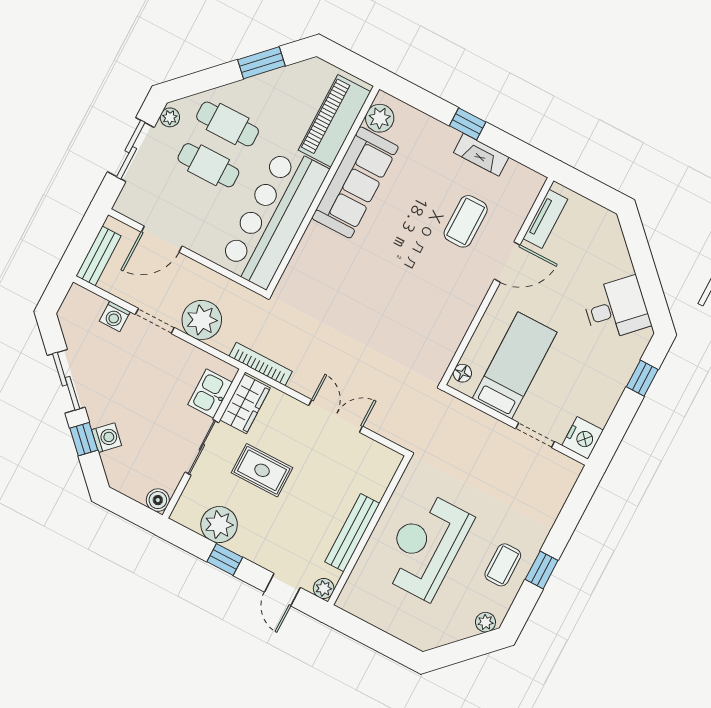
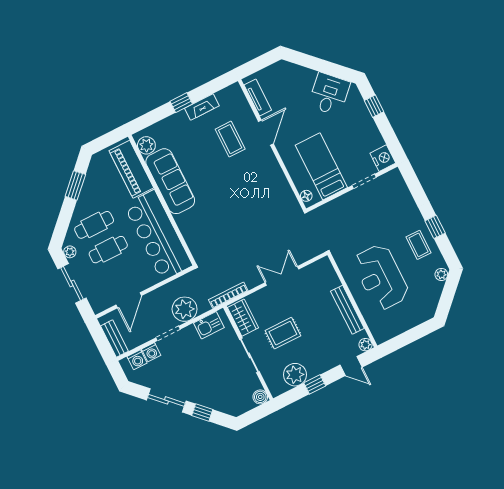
kitchen sink: (210, 393) -> (209, 325), moved, turned -90
washing machine: (107, 438) -> (137, 360), moved, turned 135

